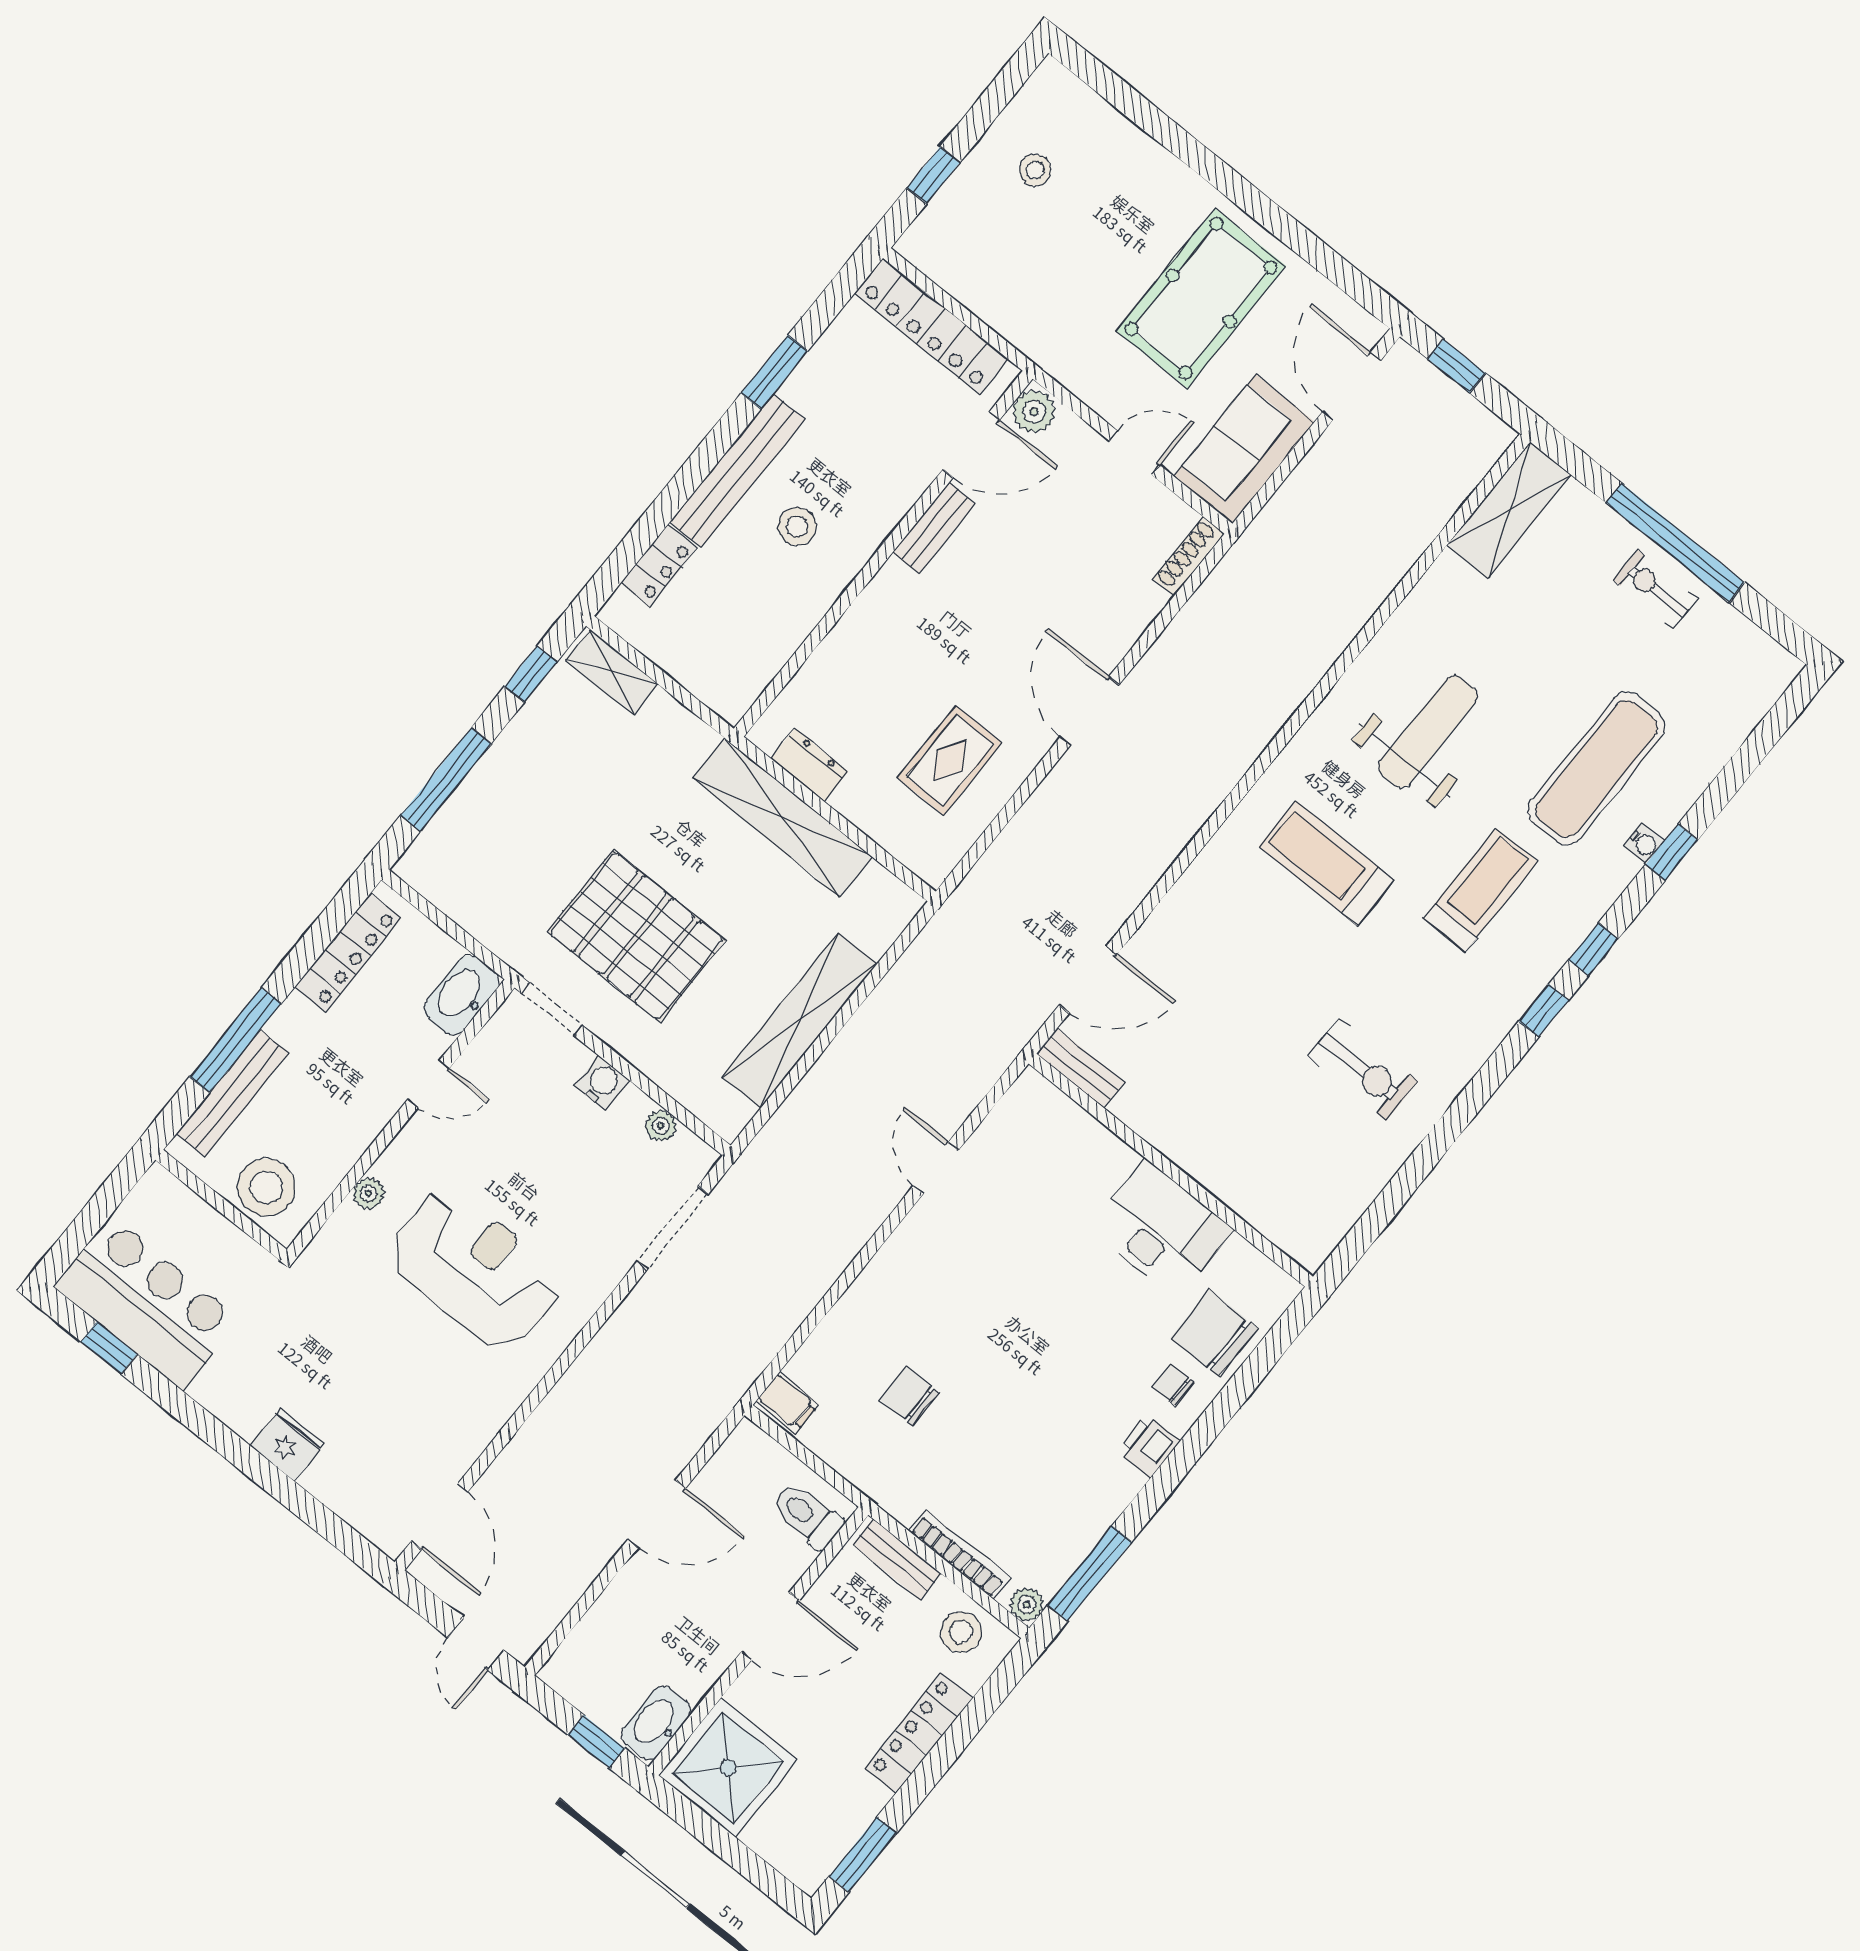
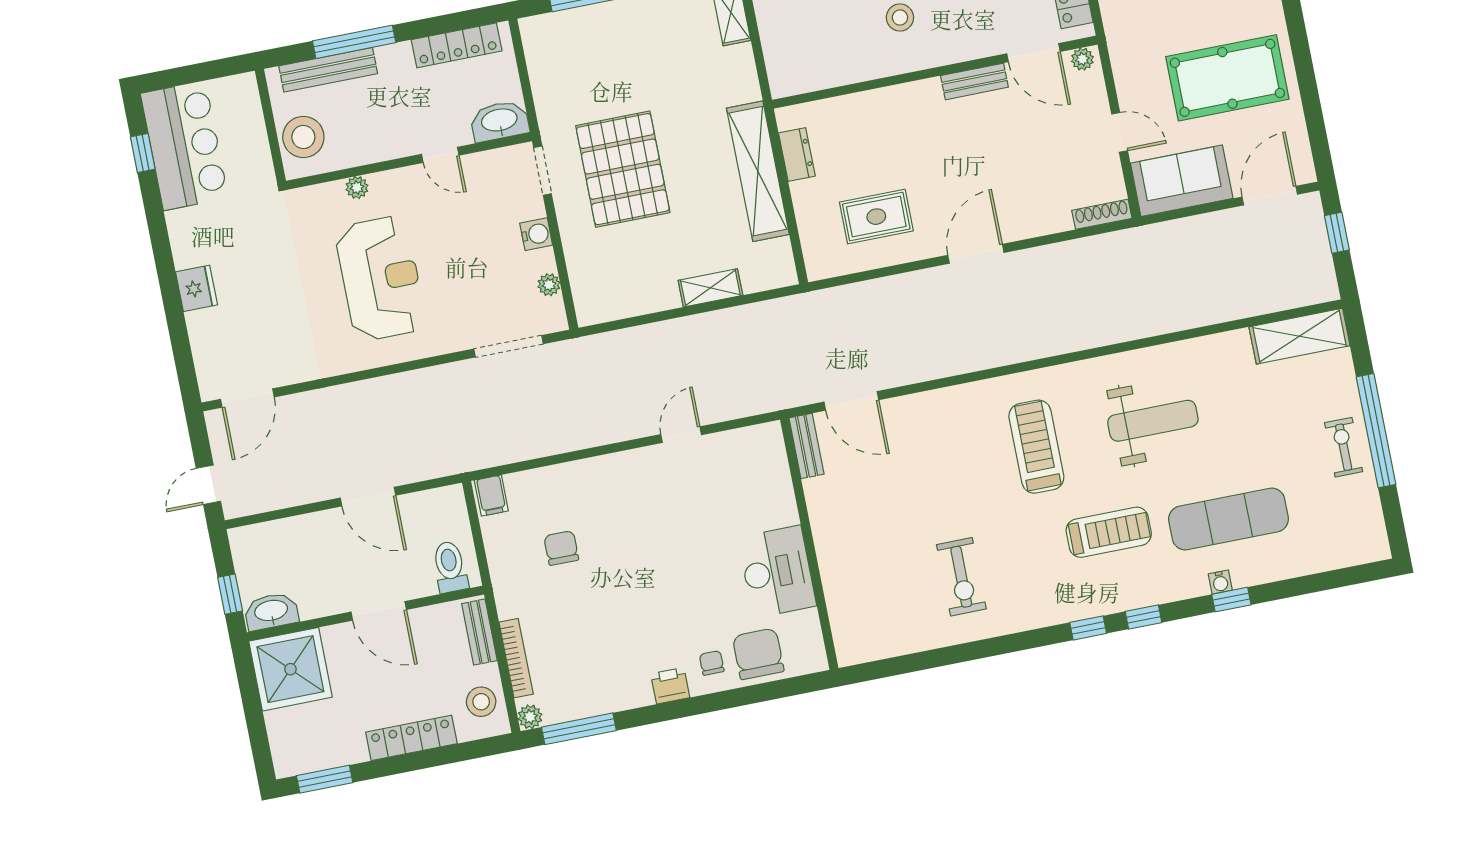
plant: (1034, 412) -> (1082, 59), width x0.73, depth x0.73
shelving: (800, 1020) -> (710, 288), width x0.45, depth x0.75

